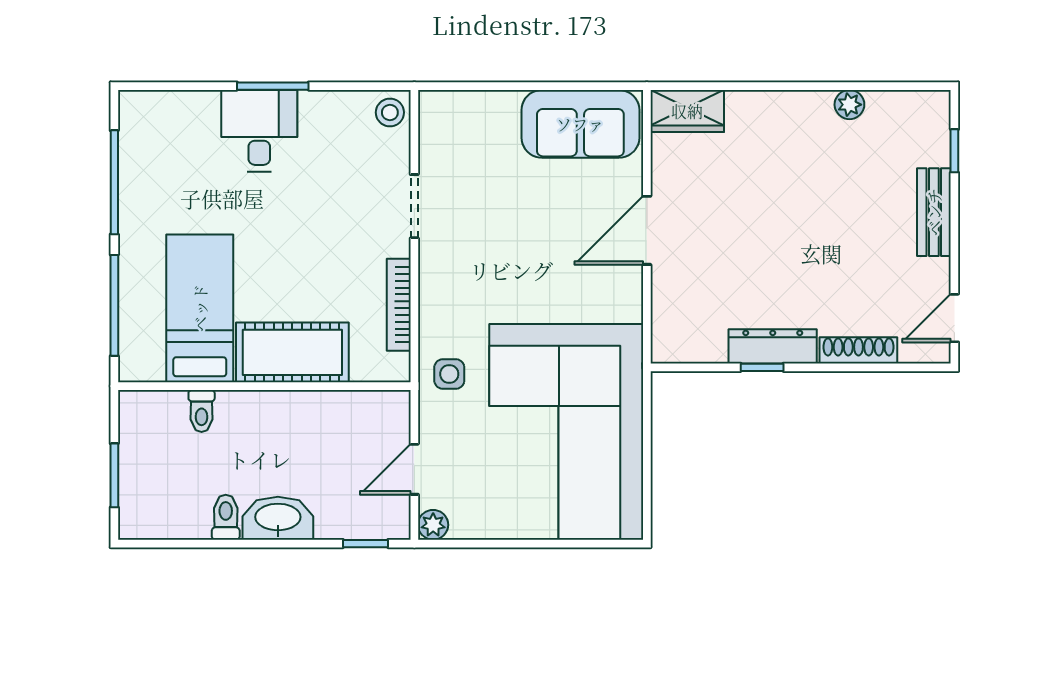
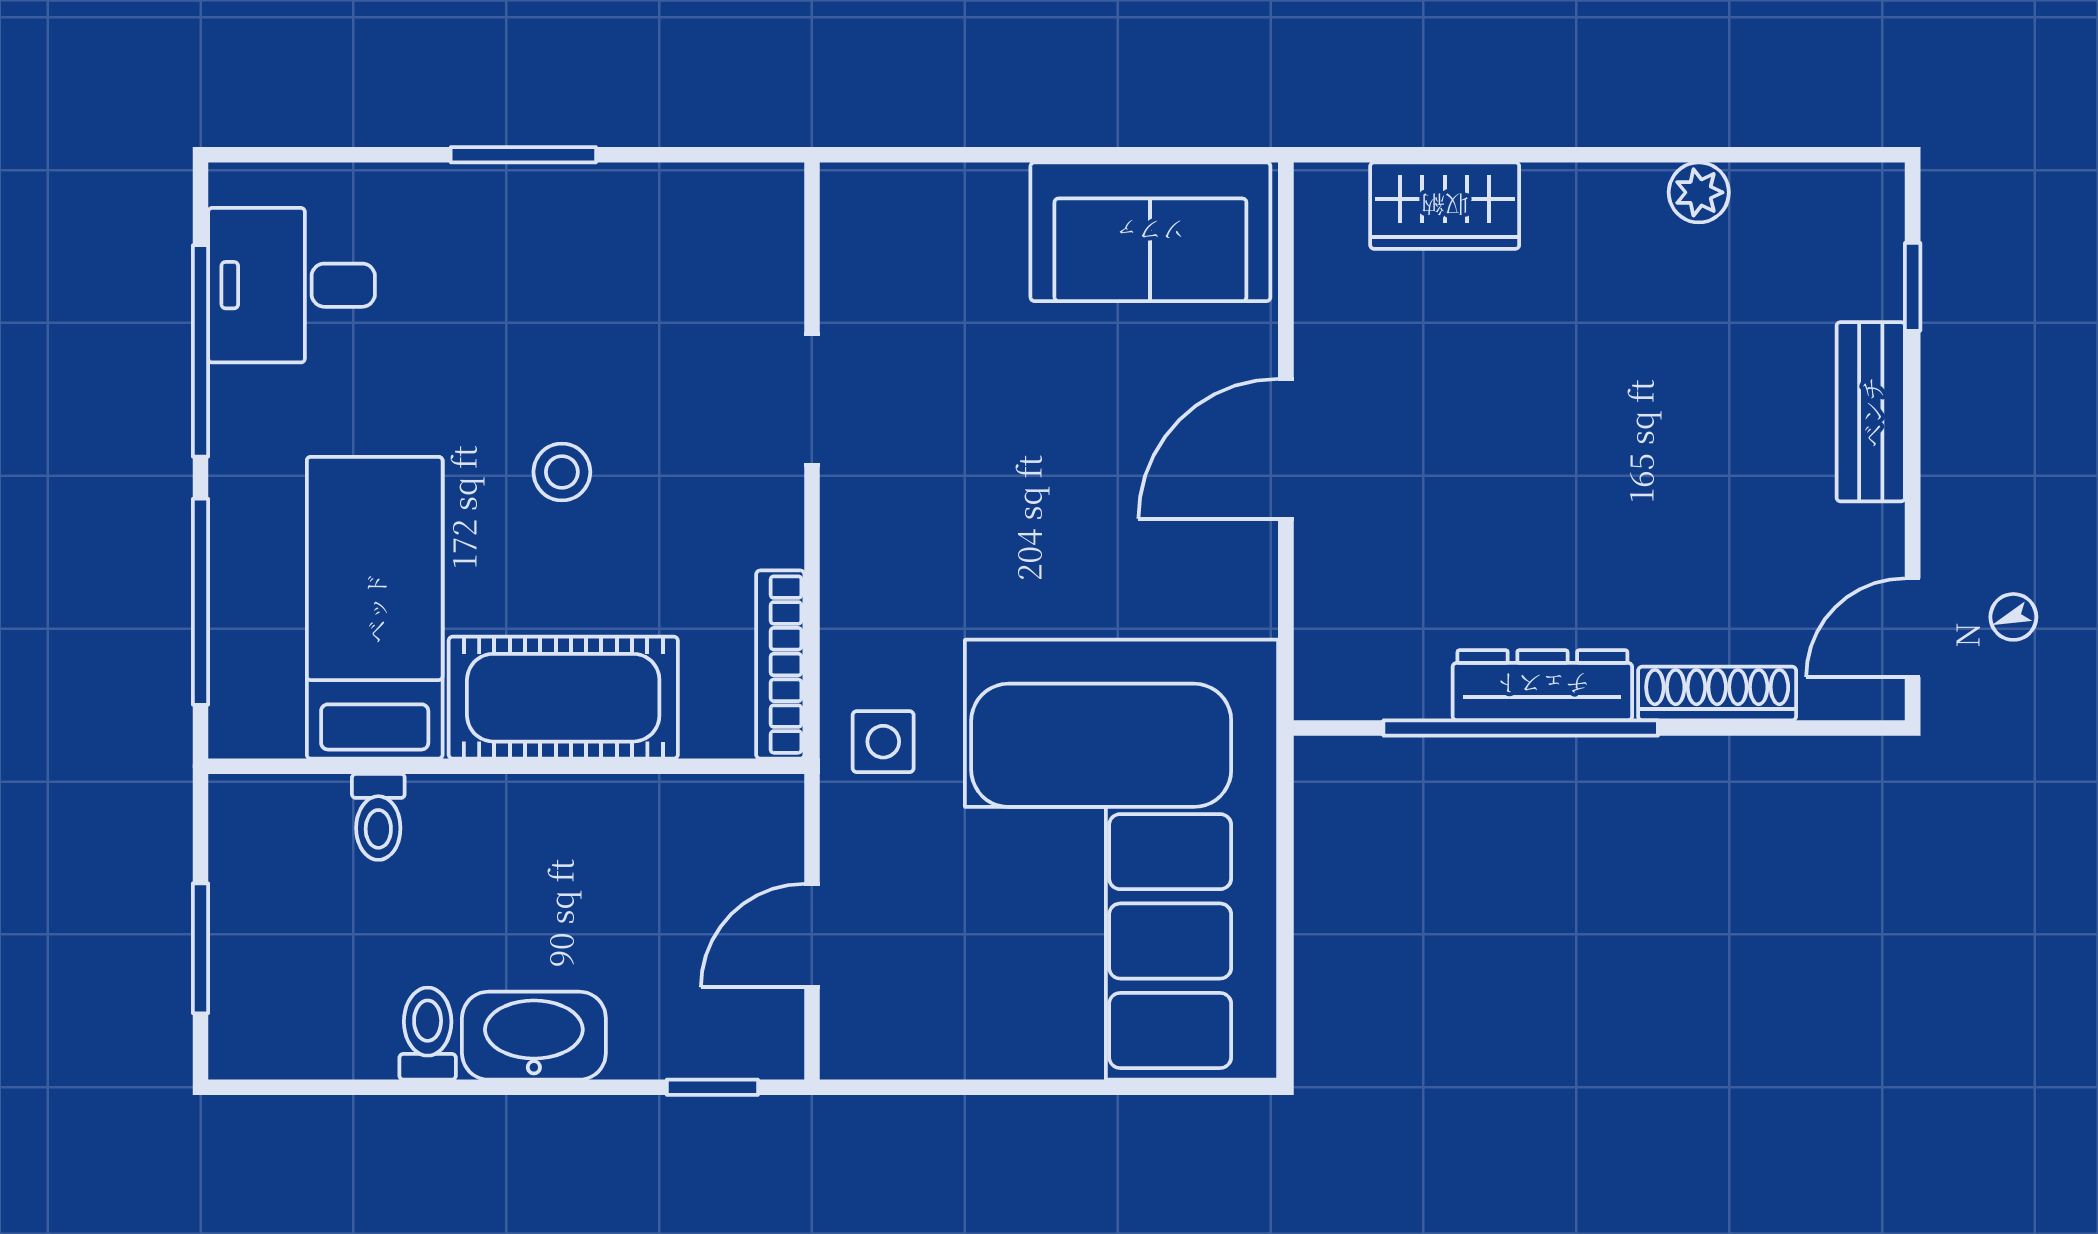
wardrobe: (687, 111) -> (1445, 206), moved
stool: (390, 112) -> (562, 472), moved
desk: (259, 131) -> (292, 285), moved, turned -90
bookcase: (399, 305) -> (780, 665), moved
window: (762, 367) -> (1521, 728), width x3.17
plant: (433, 525) -> (850, 1049), removed

